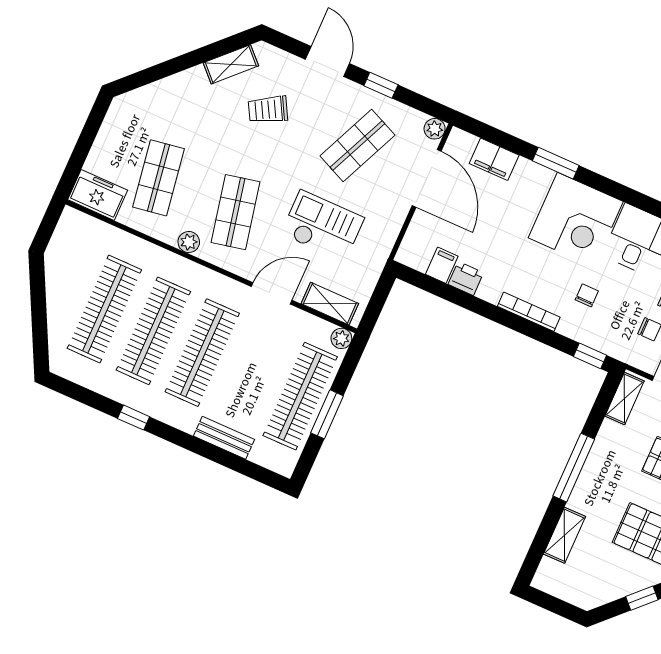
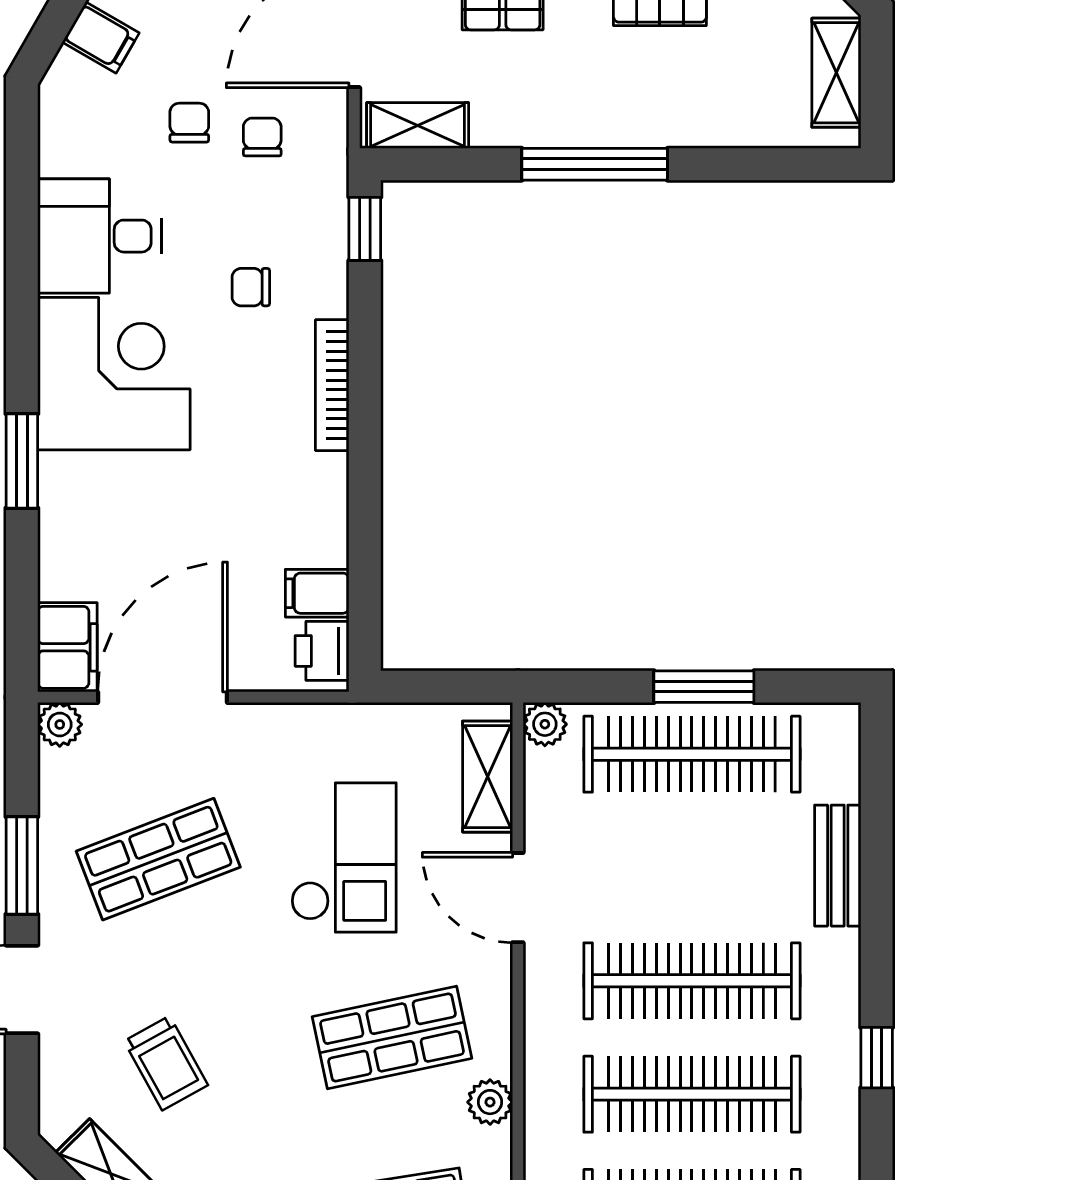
window: (381, 85) -> (22, 866), width x1.50
shop shelf: (357, 145) -> (158, 859), turned -45
filing cabinet: (494, 159) -> (67, 647), moved
checkout: (322, 226) -> (344, 858), turned 180
printer: (466, 278) -> (322, 651), moved
shelving: (564, 535) -> (836, 73), moved, turned 90

